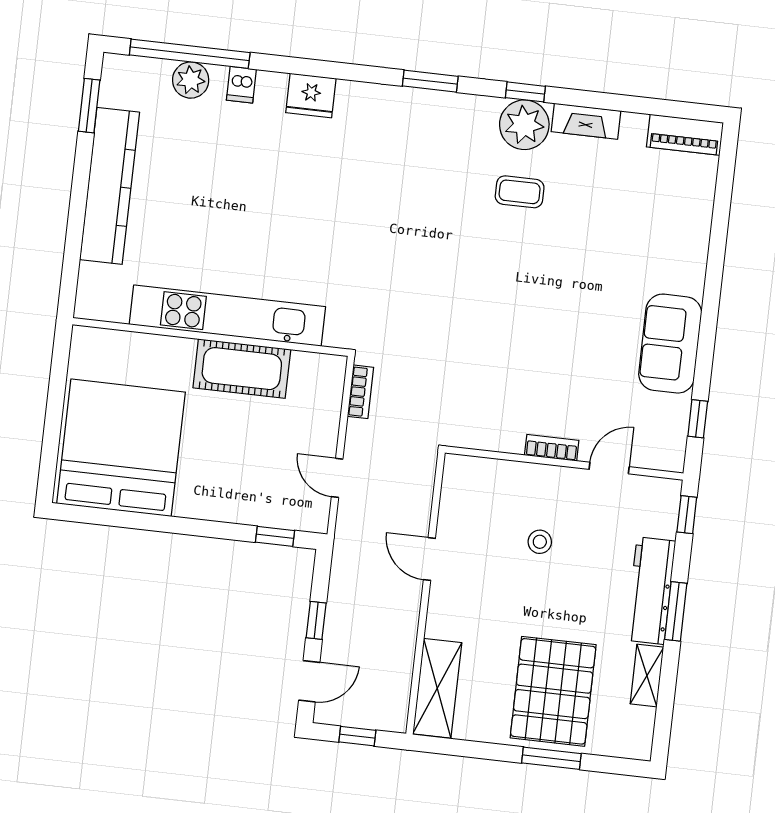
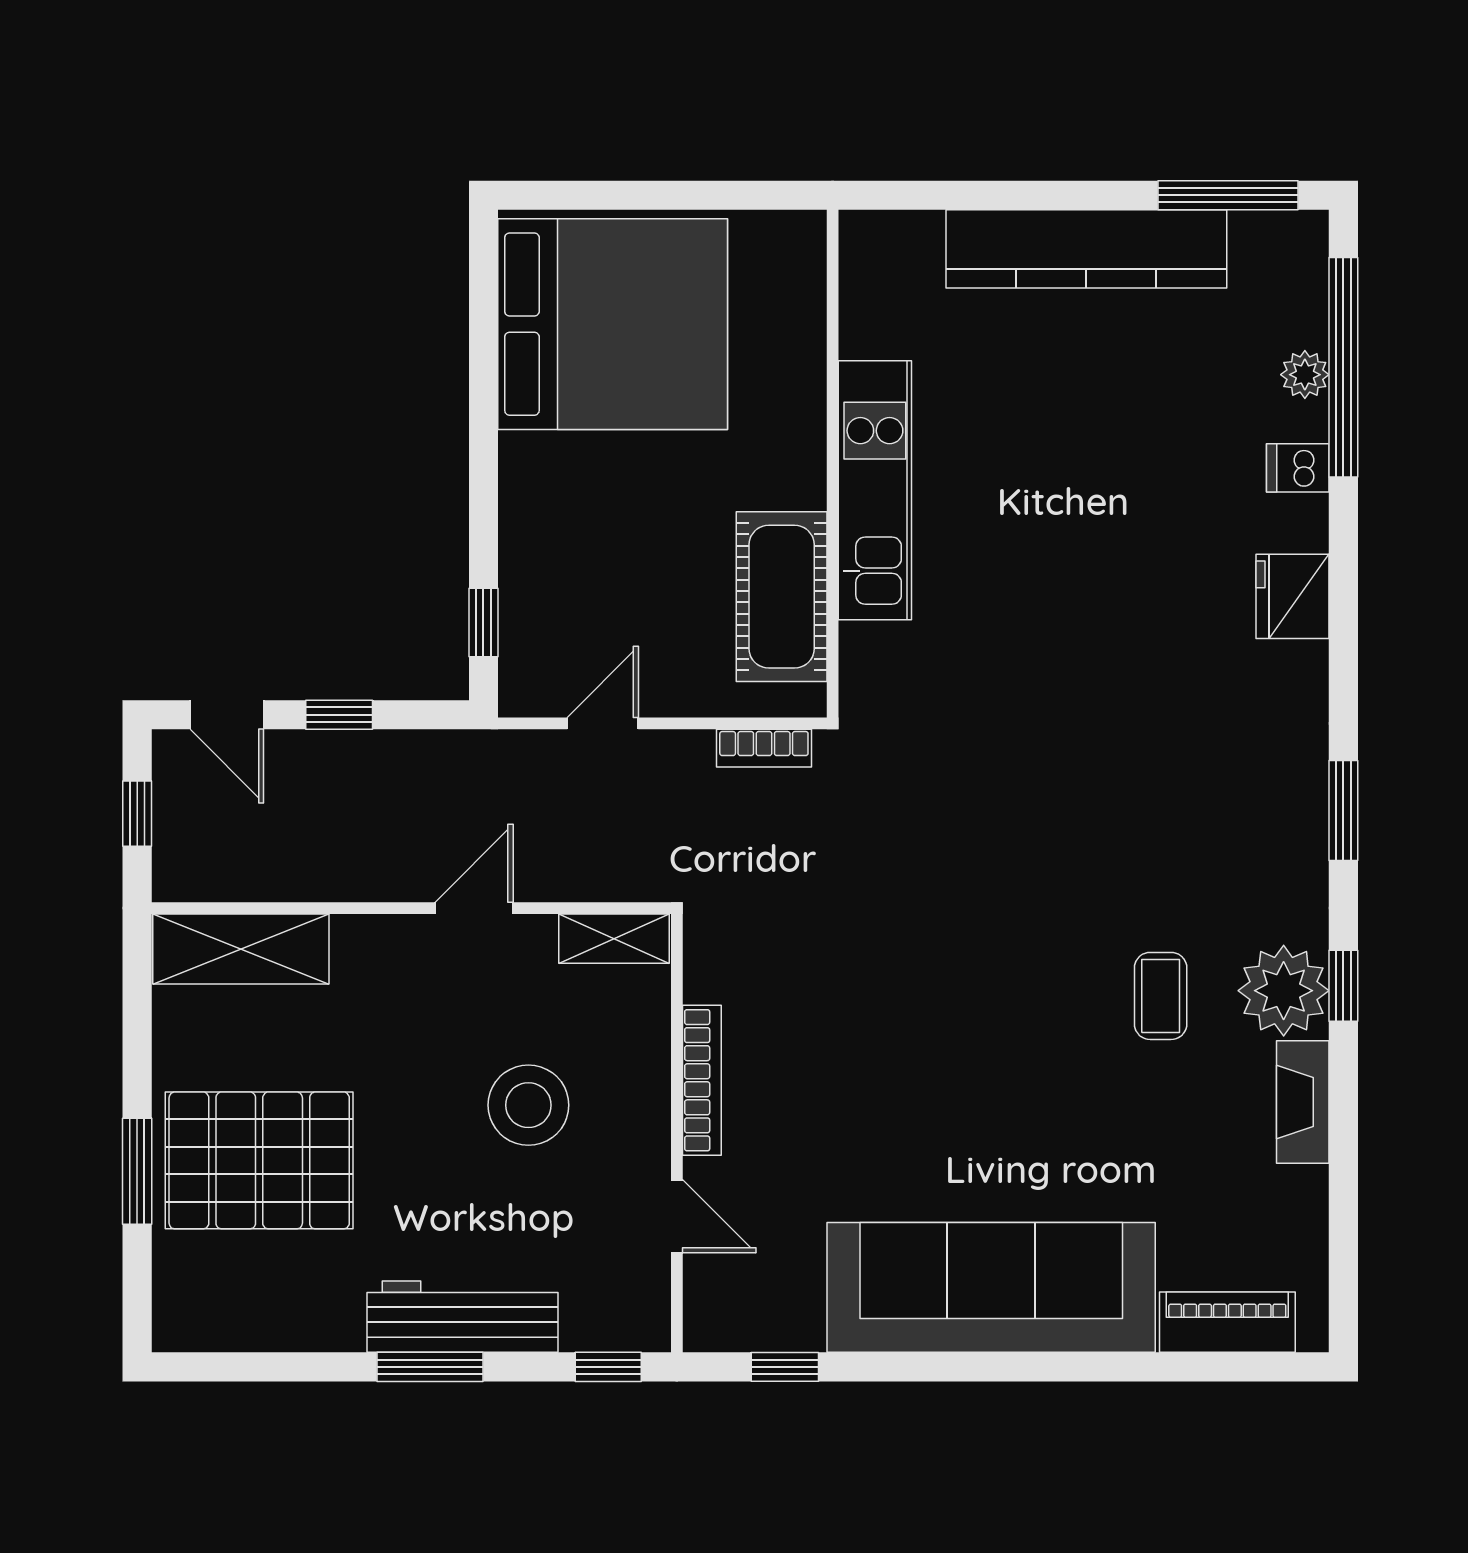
plant: (191, 80) -> (1305, 375), width x0.73, depth x0.73
window: (89, 106) -> (1228, 195), width x1.44
piano: (685, 135) -> (1227, 1322), moved, turned 90
kitchen unit: (227, 316) -> (875, 490), width x0.73
sofa: (670, 344) -> (991, 1287), width x1.85, depth x1.27
cot: (242, 369) -> (782, 597), moved
bookcase: (552, 448) -> (702, 1080), width x1.56
stool: (540, 542) -> (528, 1105), width x1.89, depth x1.89
shelving: (647, 675) -> (614, 939), moved

